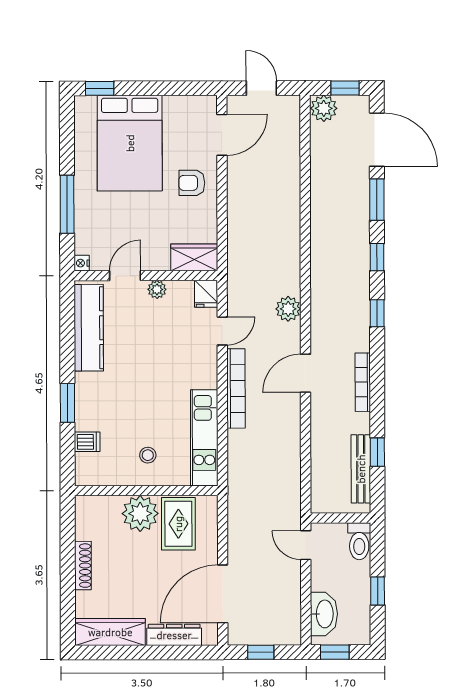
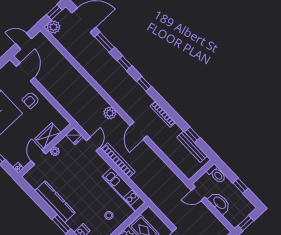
wardrobe: (194, 257) -> (48, 136), moved
kitchen counter: (89, 328) -> (55, 202), moved
washbasin: (324, 614) -> (219, 203), moved

